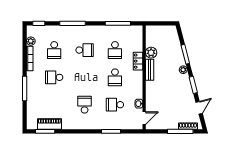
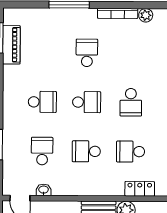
school desk: (54, 50) -> (87, 102), moved, turned 180
locker: (138, 61) -> (140, 189), moved

